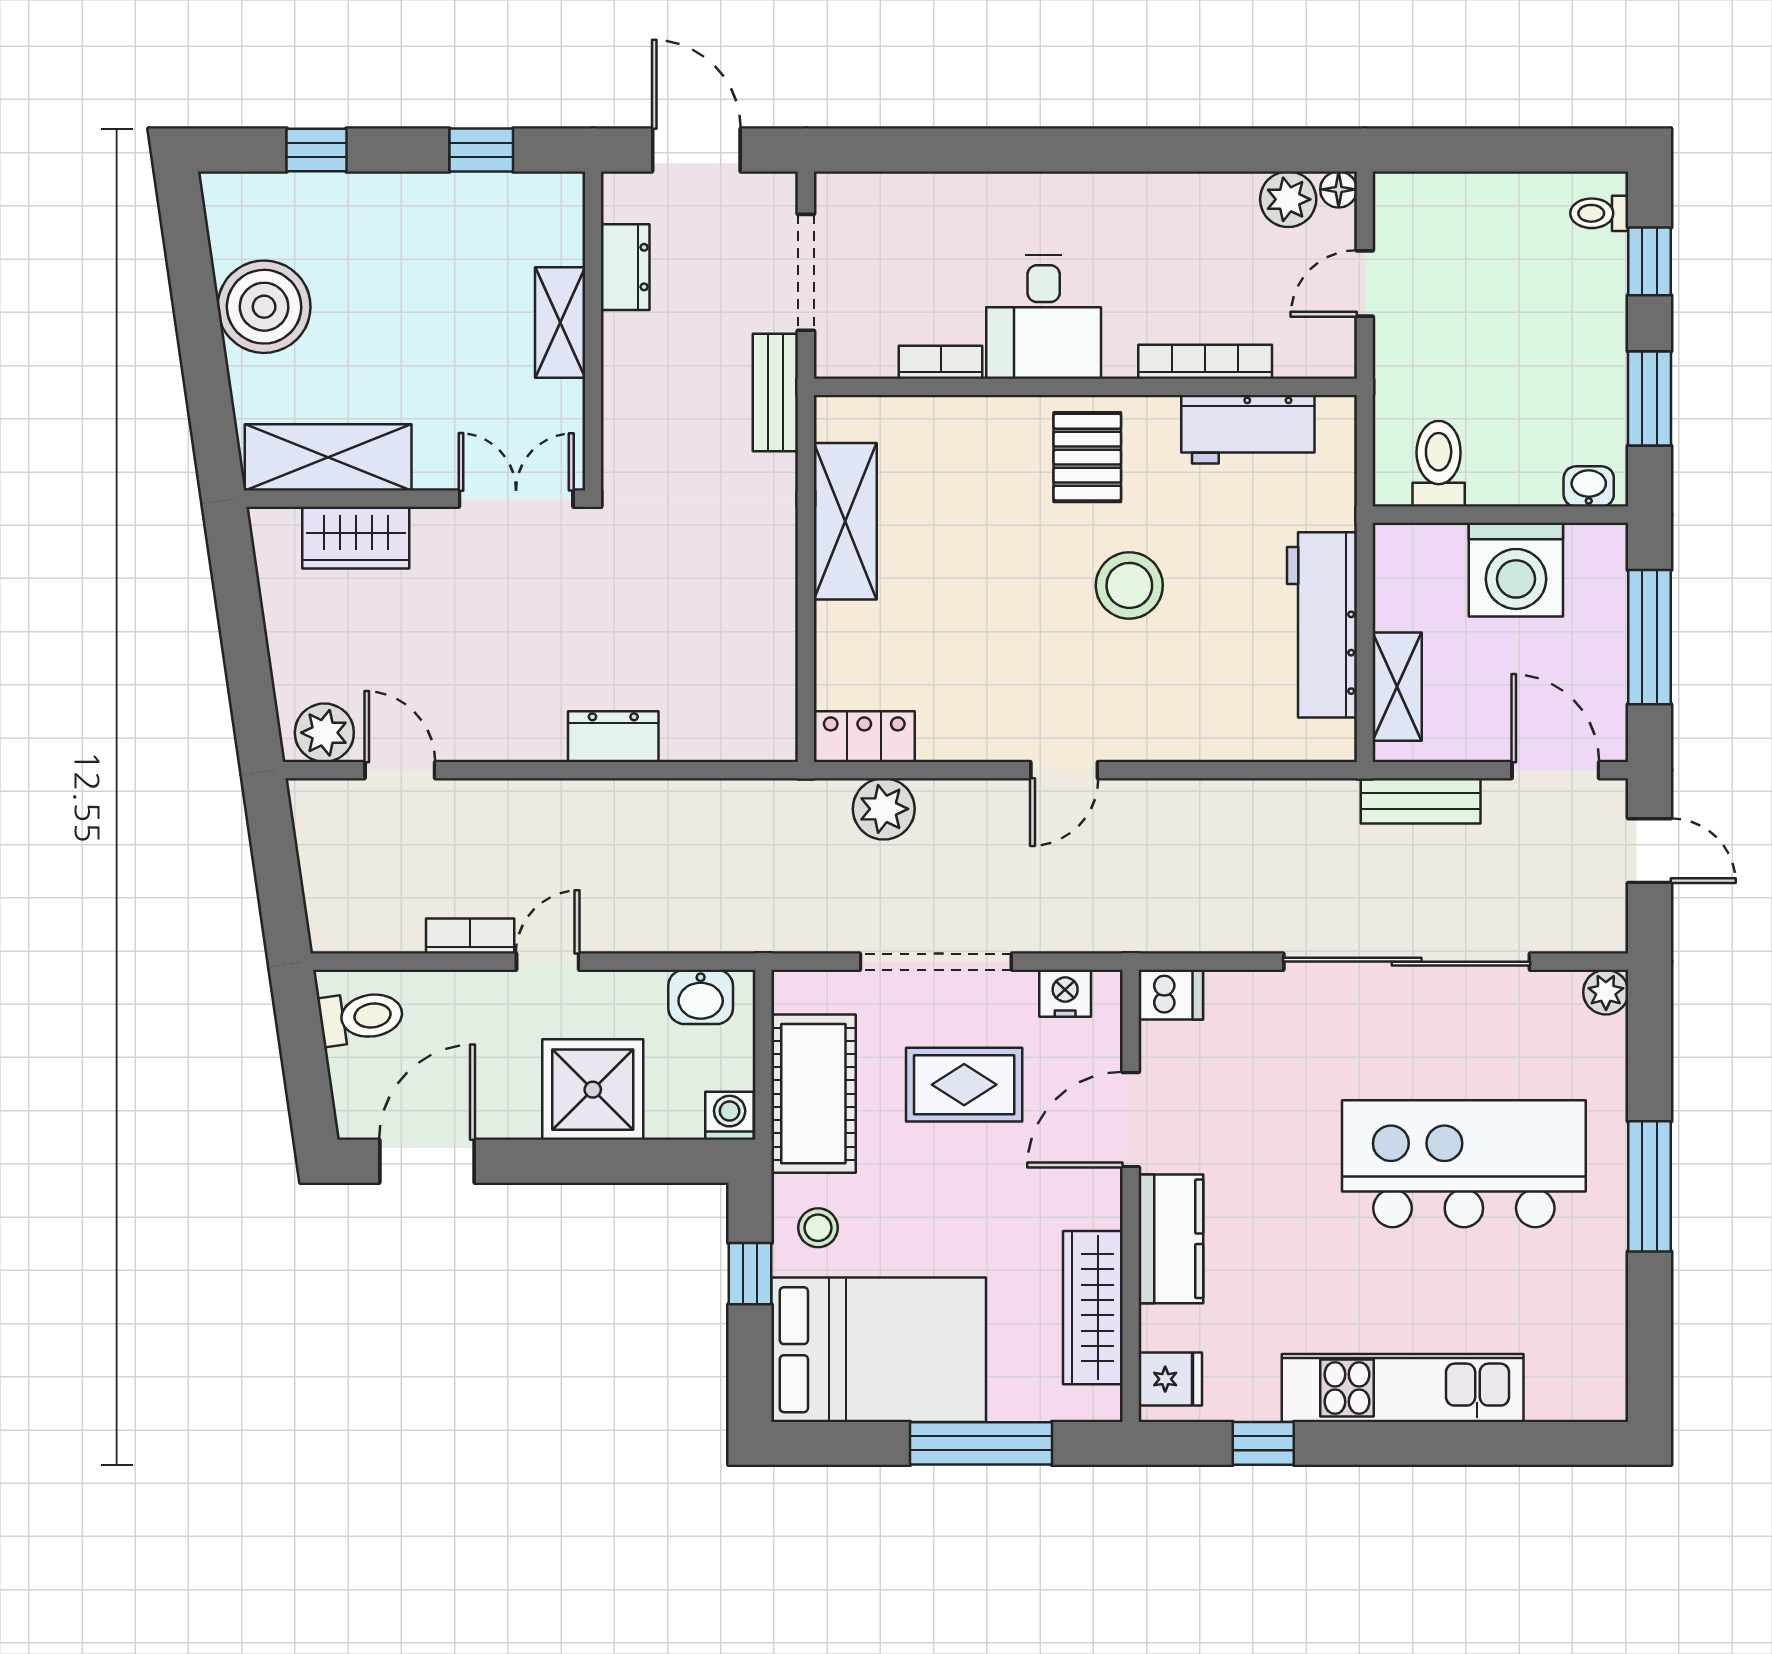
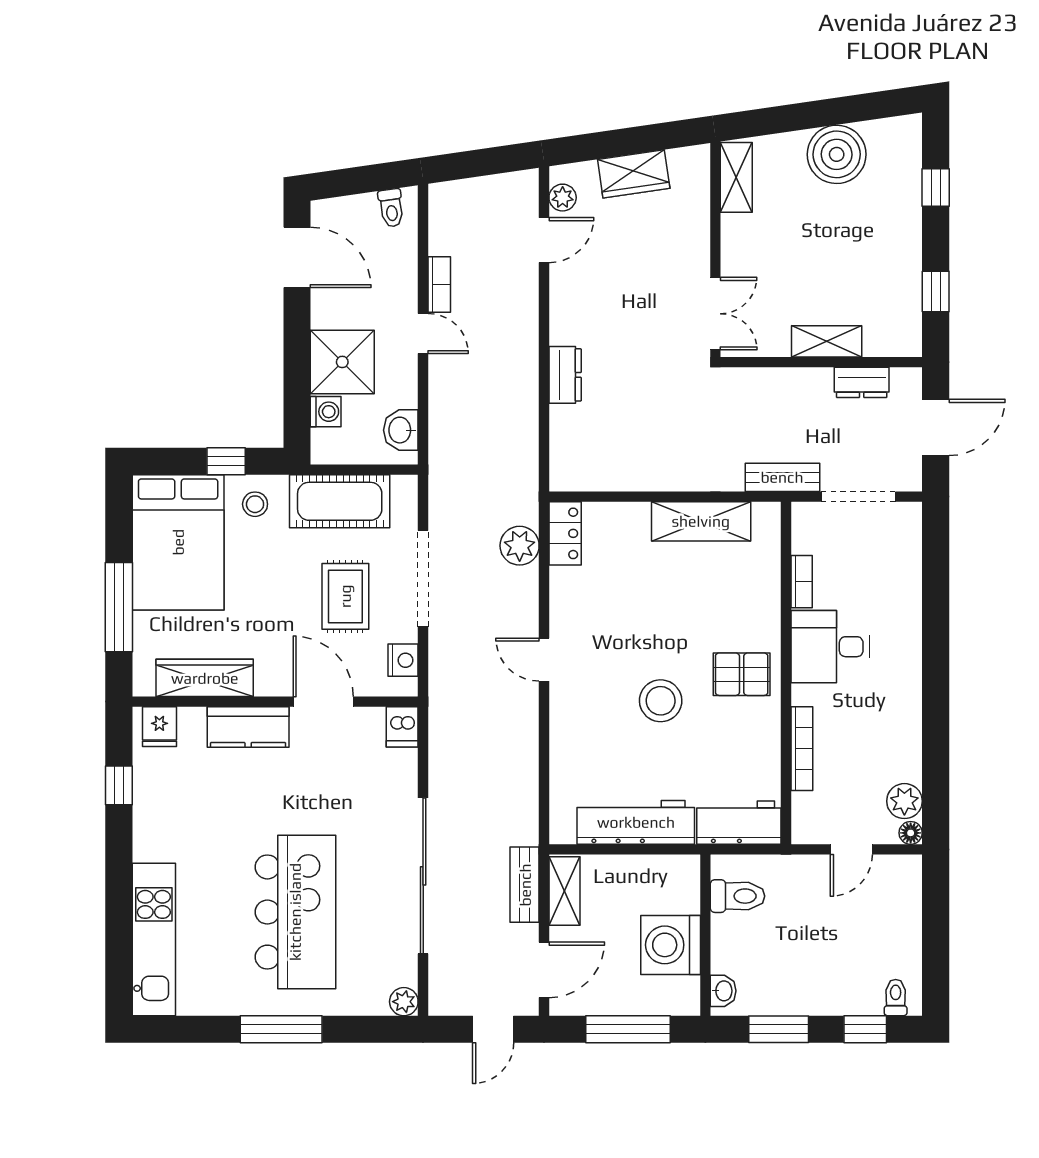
door: (1365, 283) -> (851, 849), swing flipped
workbench: (1248, 429) -> (739, 823), moved, turned 90
shelving: (328, 457) -> (736, 177), width x0.67, depth x0.75
wardrobe: (356, 538) -> (634, 174), moved, turned -98
shelving: (1397, 687) -> (565, 891), moved, turned 90
plant: (324, 733) -> (563, 198), width x0.73, depth x0.73
toilet: (361, 1017) -> (391, 208), width x0.73, depth x0.72
washing machine: (730, 1116) -> (326, 412), moved
kitchen unit: (1403, 1388) -> (154, 940), moved

